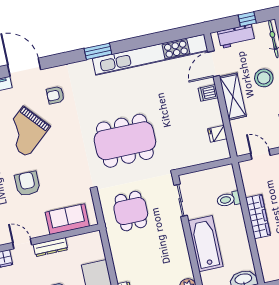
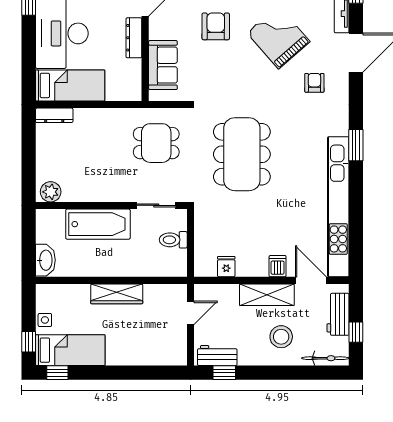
armchair: (27, 184) -> (216, 26), turned -90
toilet: (229, 199) -> (173, 240), moved, turned -90

